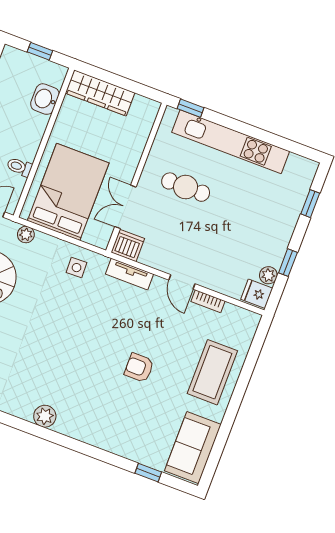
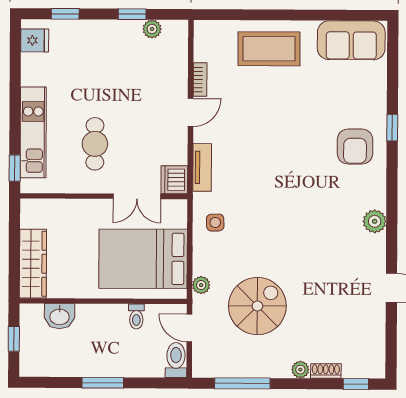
kitchen unit: (231, 142) -> (33, 132), width x0.73
fridge: (257, 294) -> (35, 40), moved, turned -90
armchair: (139, 368) -> (355, 147), moved, width x1.38, depth x1.38
plant: (45, 416) -> (375, 221), moved
window: (148, 473) -> (392, 128), moved

